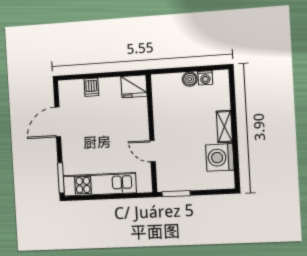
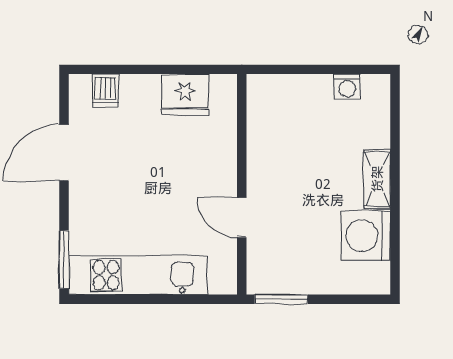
boiler: (190, 79) -> (318, 87), removed
fridge: (134, 86) -> (185, 94), moved
dishwasher: (91, 87) -> (105, 91), moved

